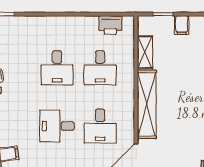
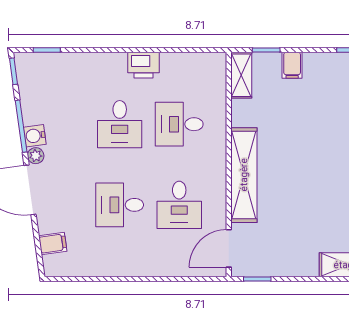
printer: (110, 25) -> (143, 65), moved
shelving: (145, 52) -> (241, 75), moved
desk: (100, 68) -> (179, 124), turned 90

